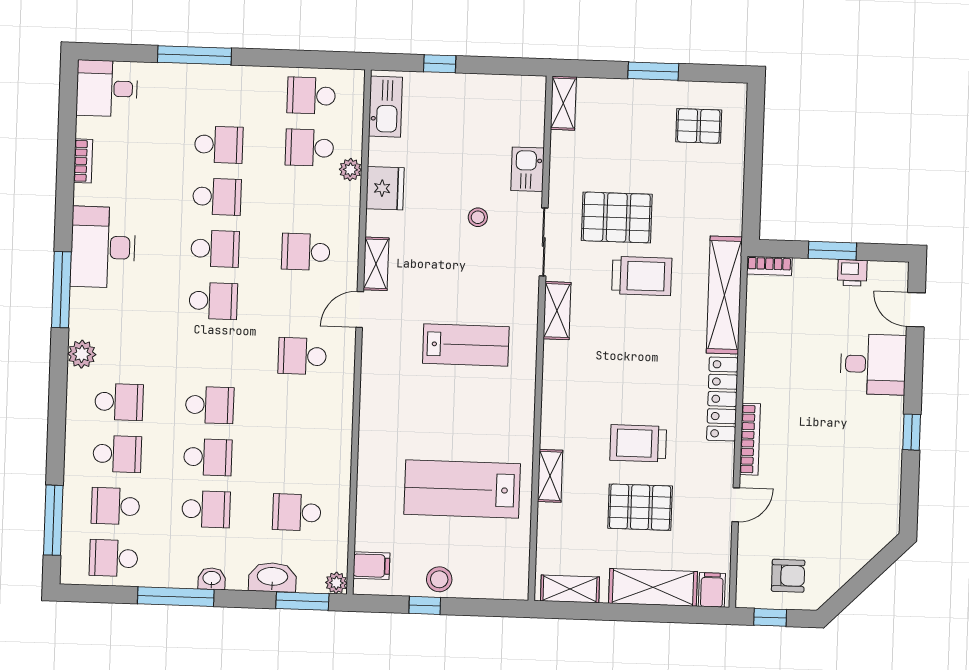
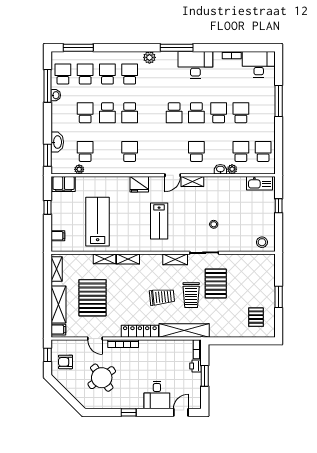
desk: (107, 88) -> (259, 64), width x1.37
shelving: (563, 103) -> (128, 259), moved
school desk: (219, 145) -> (241, 113), turned 180
kitchen sink: (528, 169) -> (235, 245), removed
fridge: (385, 188) -> (139, 184), moved
school desk: (217, 197) -> (219, 113), turned 180
washbasin: (350, 197) -> (220, 169), added
printer: (852, 273) -> (196, 366), moved
door: (360, 309) -> (173, 175), swing flipped
school desk: (302, 356) -> (130, 151), moved
school desk: (119, 402) -> (130, 74), turned 180
trolley: (638, 443) -> (162, 297), moved, turned 84
school desk: (117, 454) -> (107, 74), turned 180
round table: (828, 492) -> (102, 378), added
pallet: (640, 507) -> (93, 298), width x1.37, depth x1.41
school desk: (206, 509) -> (85, 113), turned 180
filing cabinet: (371, 566) -> (64, 184), width x2.00
armchair: (788, 576) -> (66, 362), turned 90
washbasin: (212, 579) -> (56, 95), moved
stool: (439, 579) -> (262, 242), moved
plant: (336, 583) -> (79, 169), moved
filing cabinet: (492, 583) -> (58, 236), added
window: (176, 597) -> (47, 86), moved

